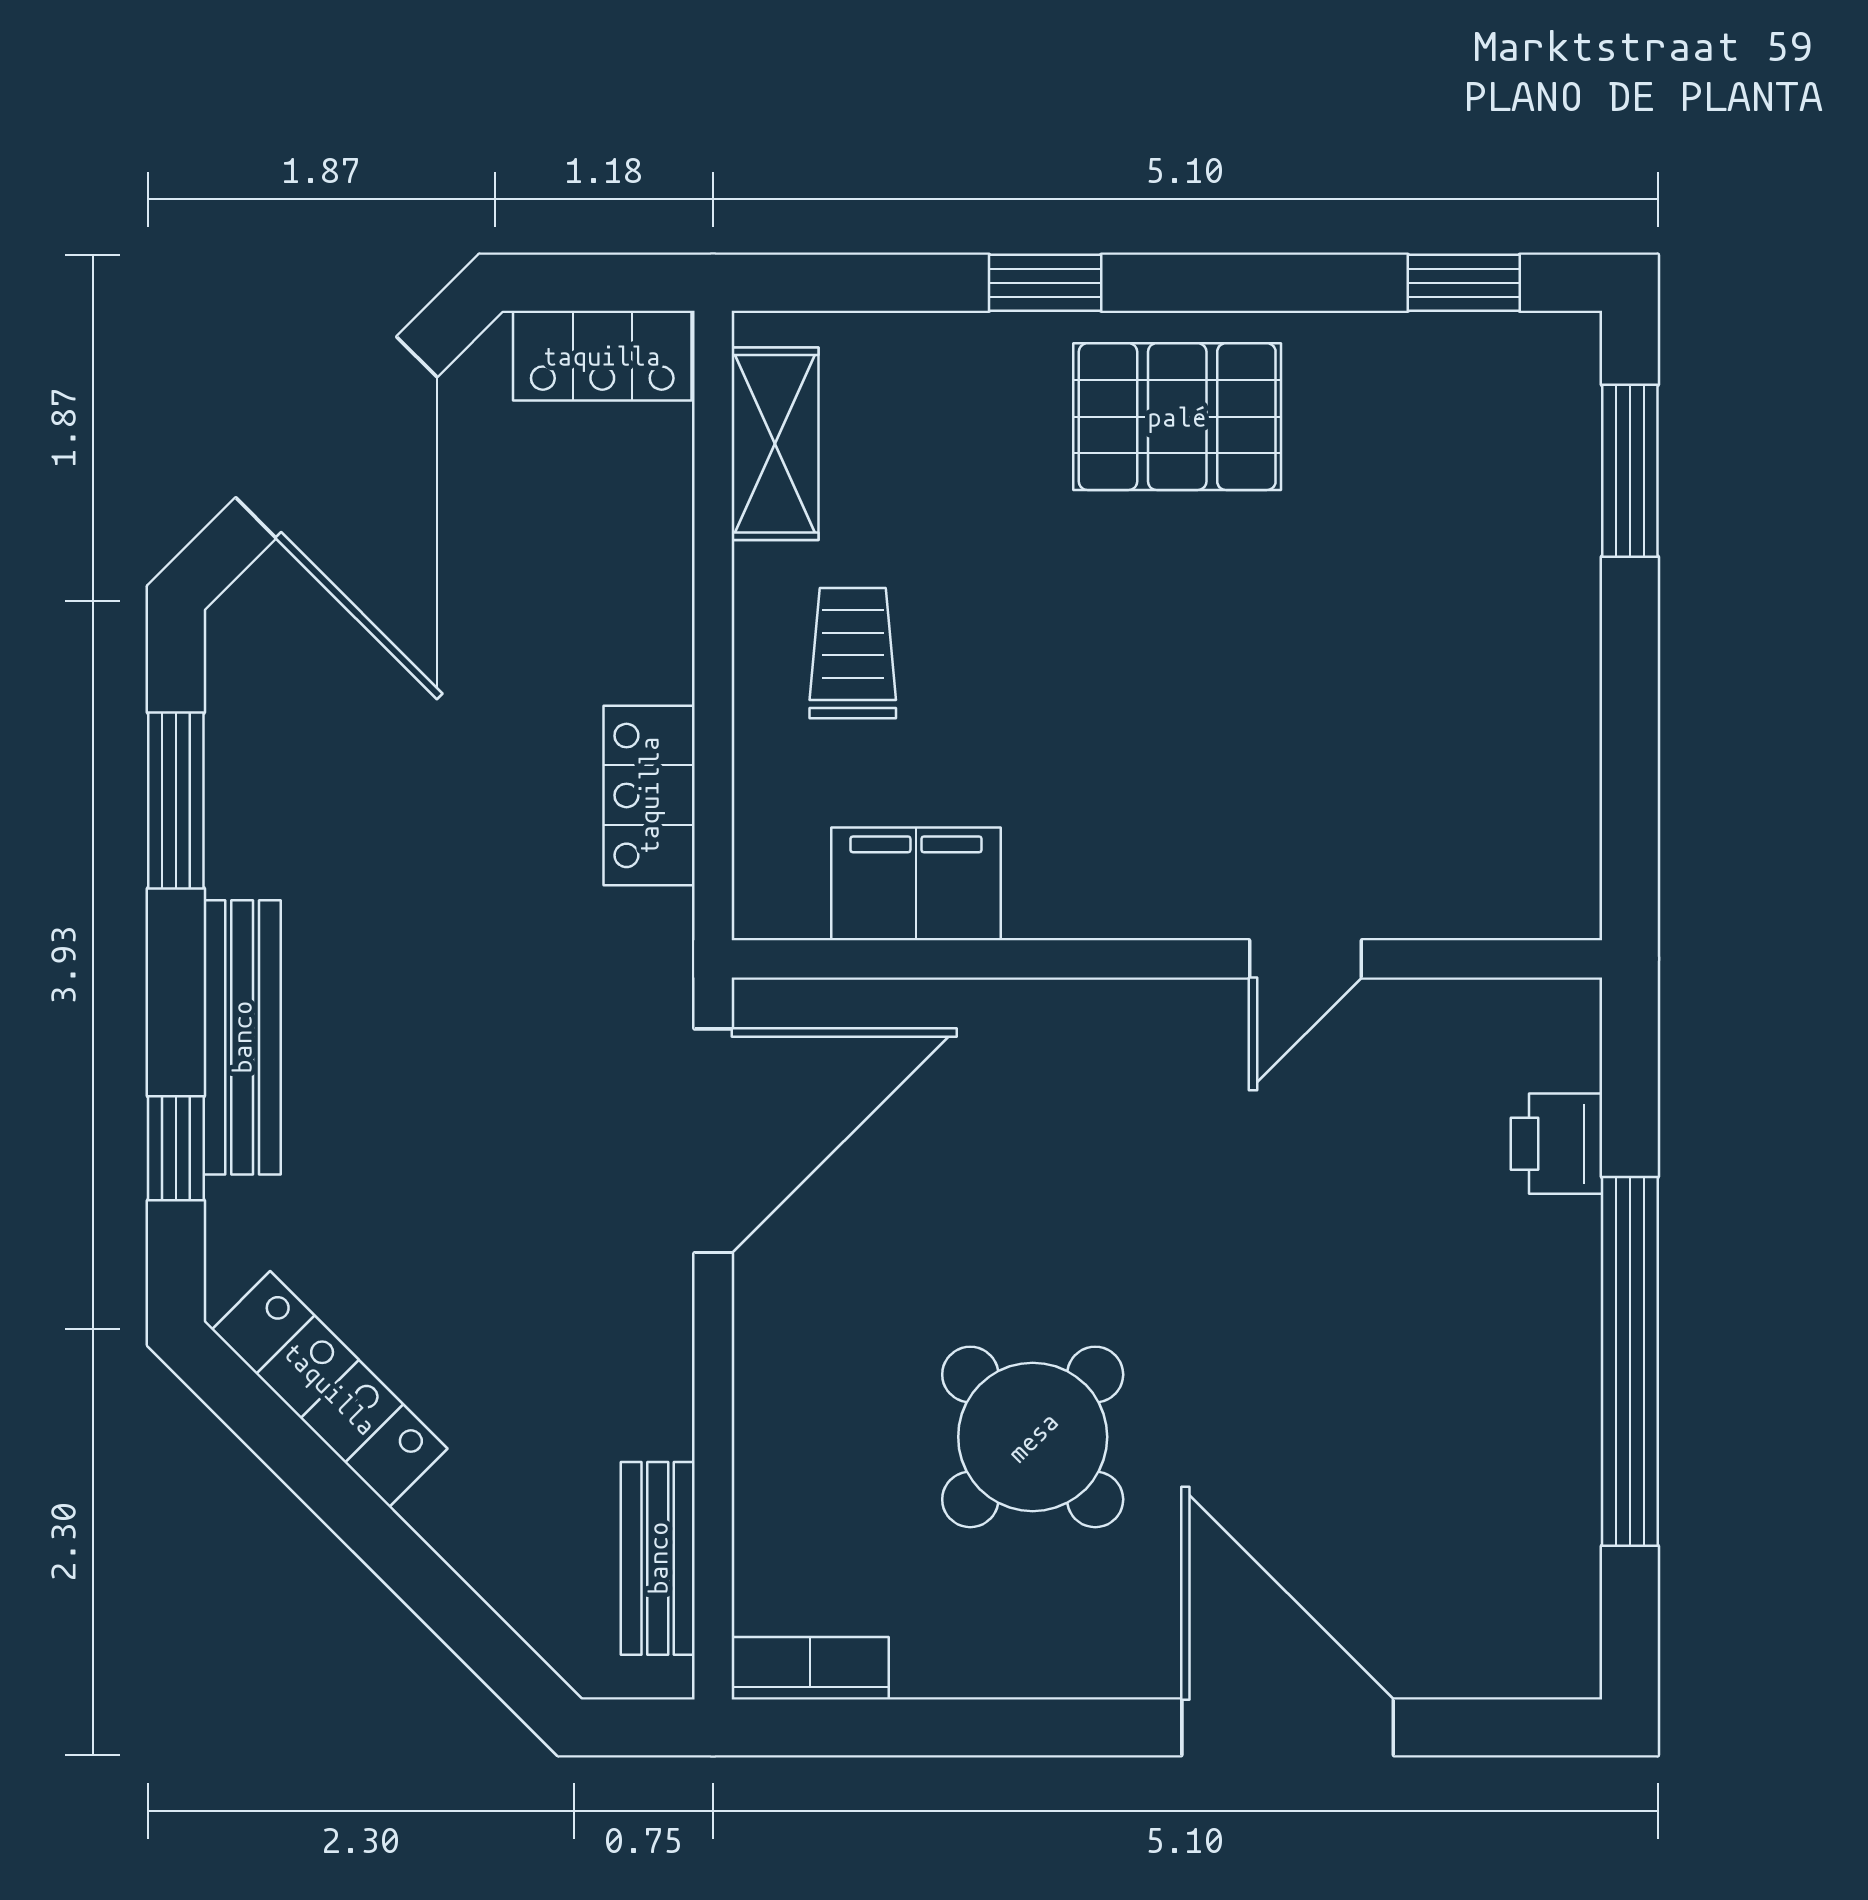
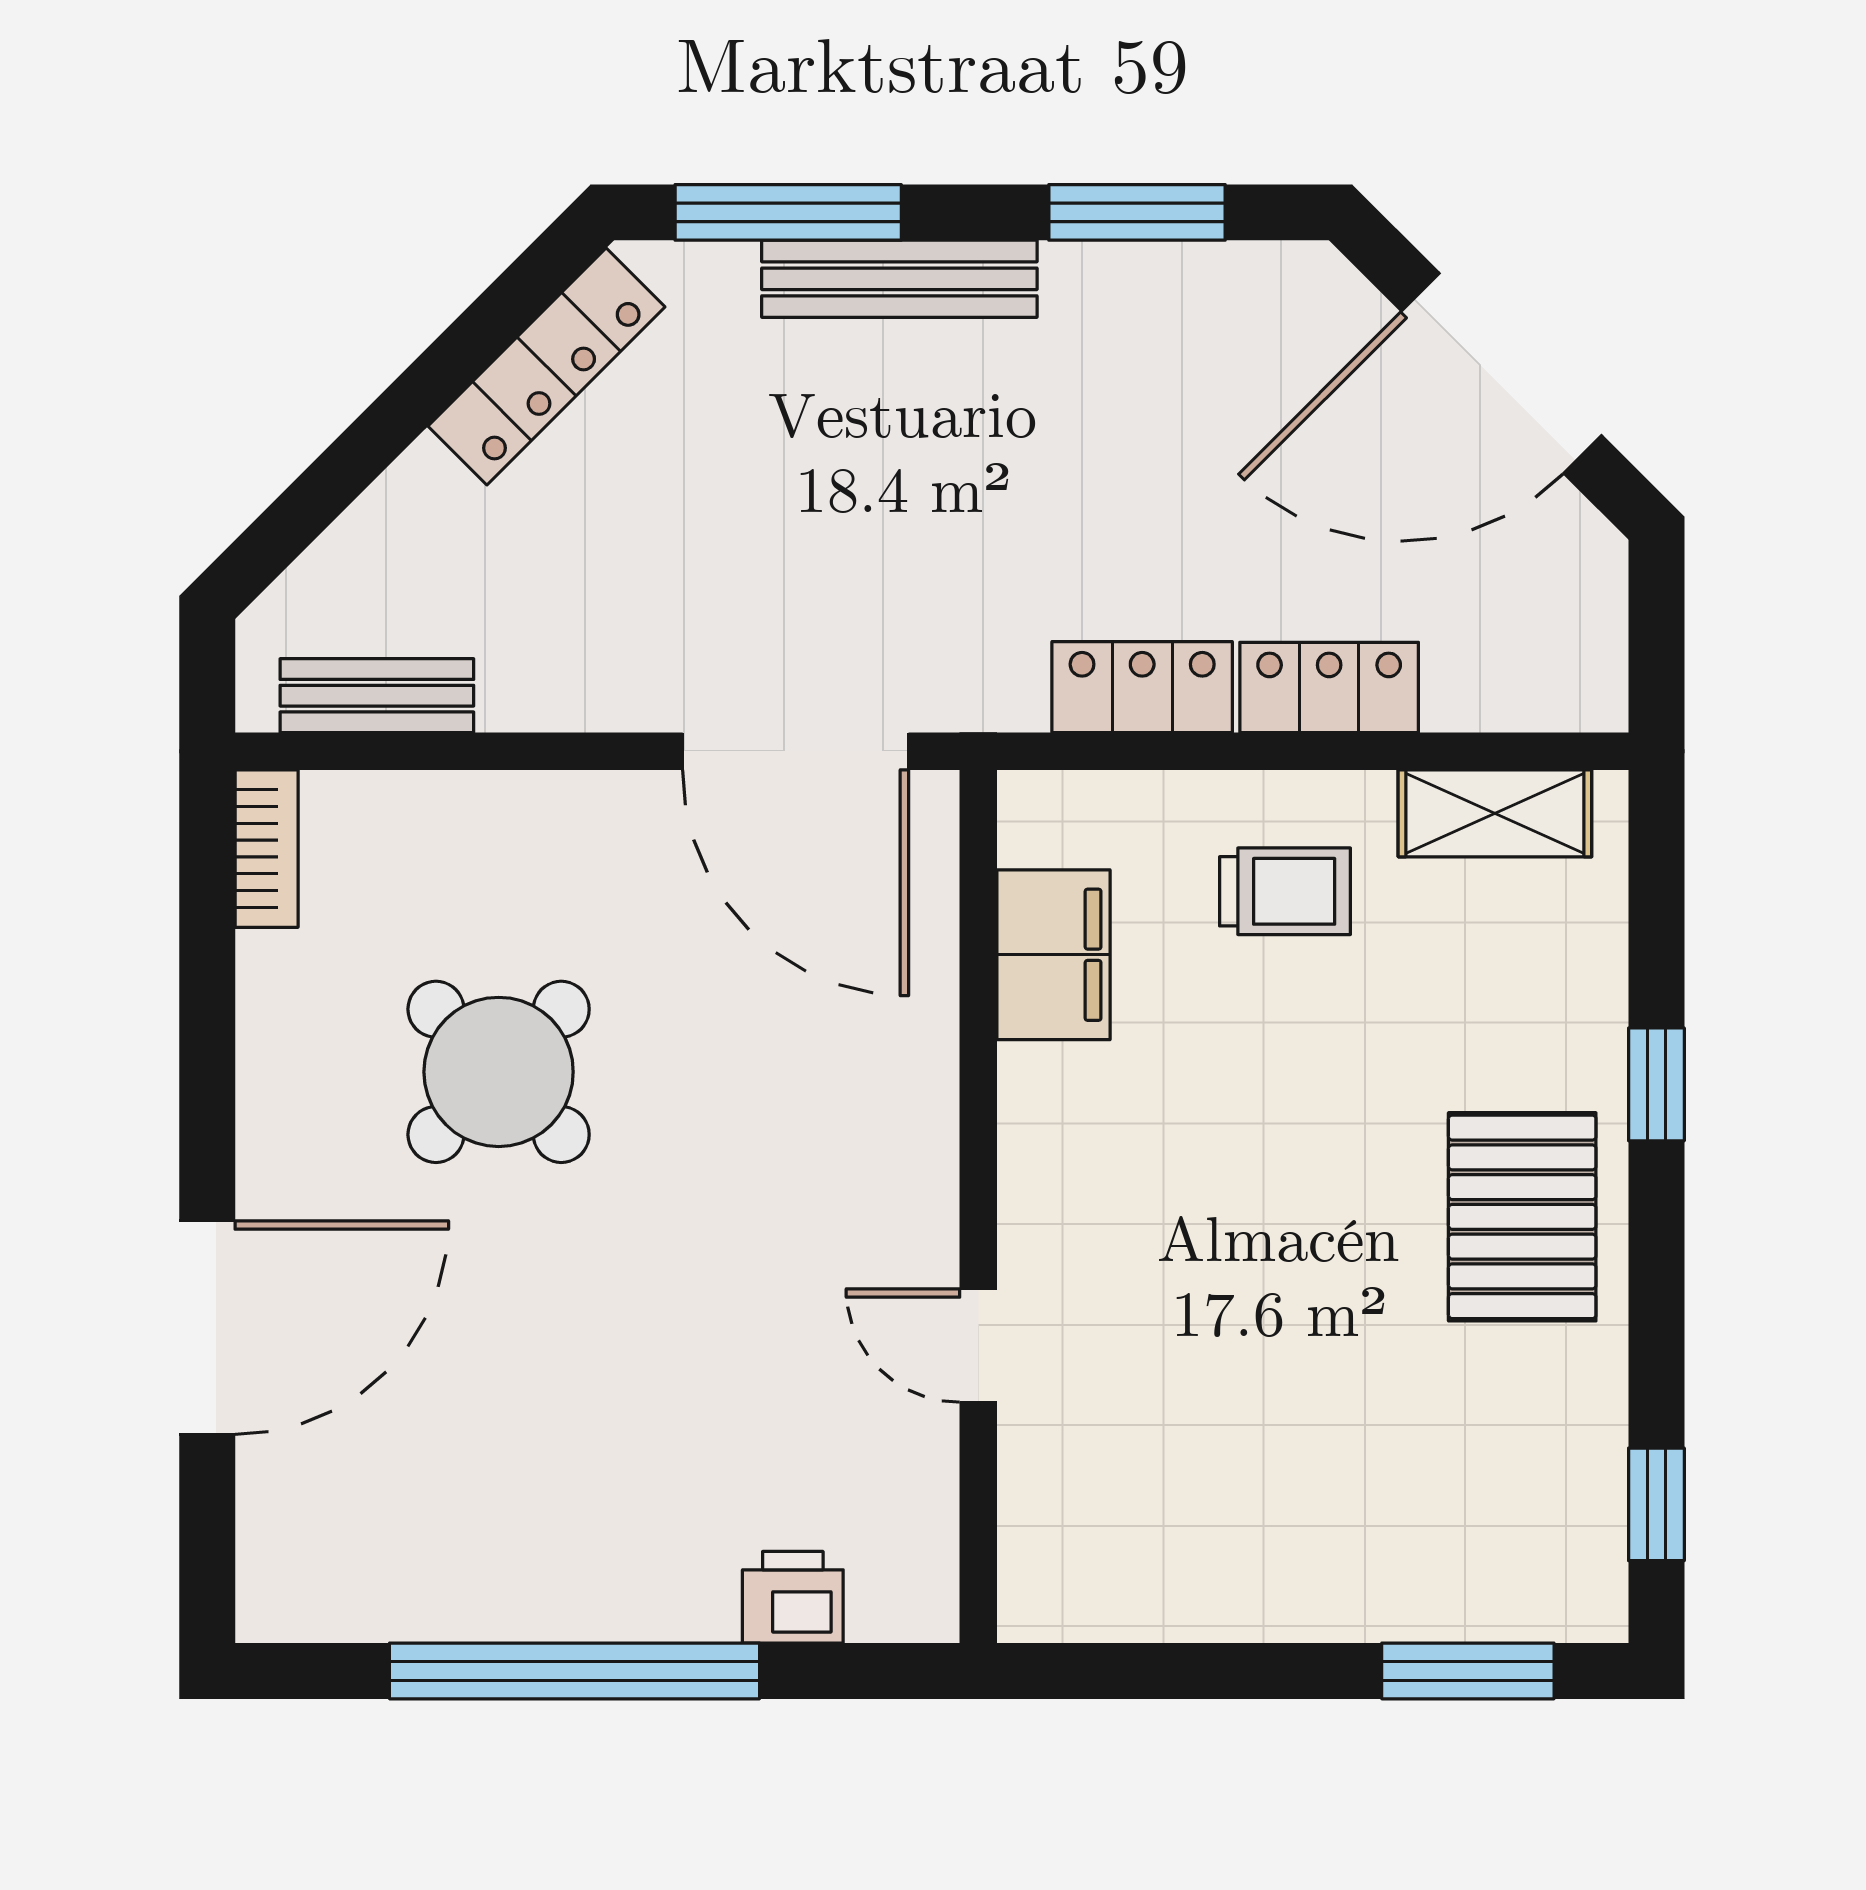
locker: (602, 356) -> (1329, 687), moved, turned 90
window: (176, 1148) -> (788, 212), width x2.17

